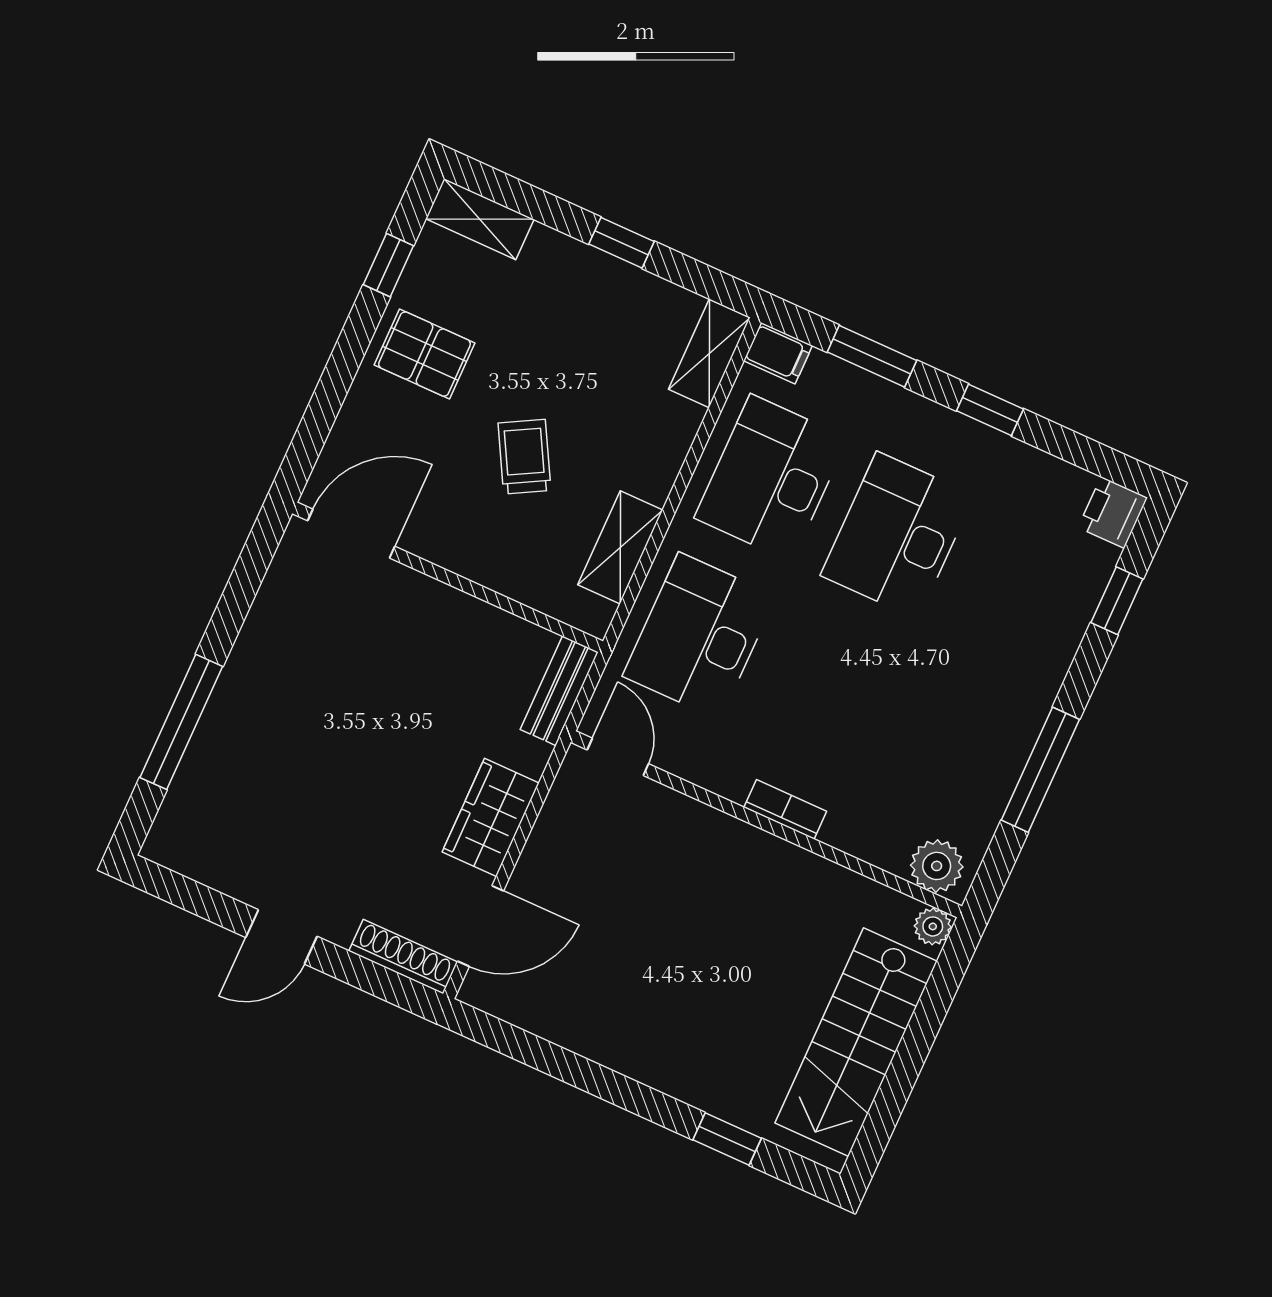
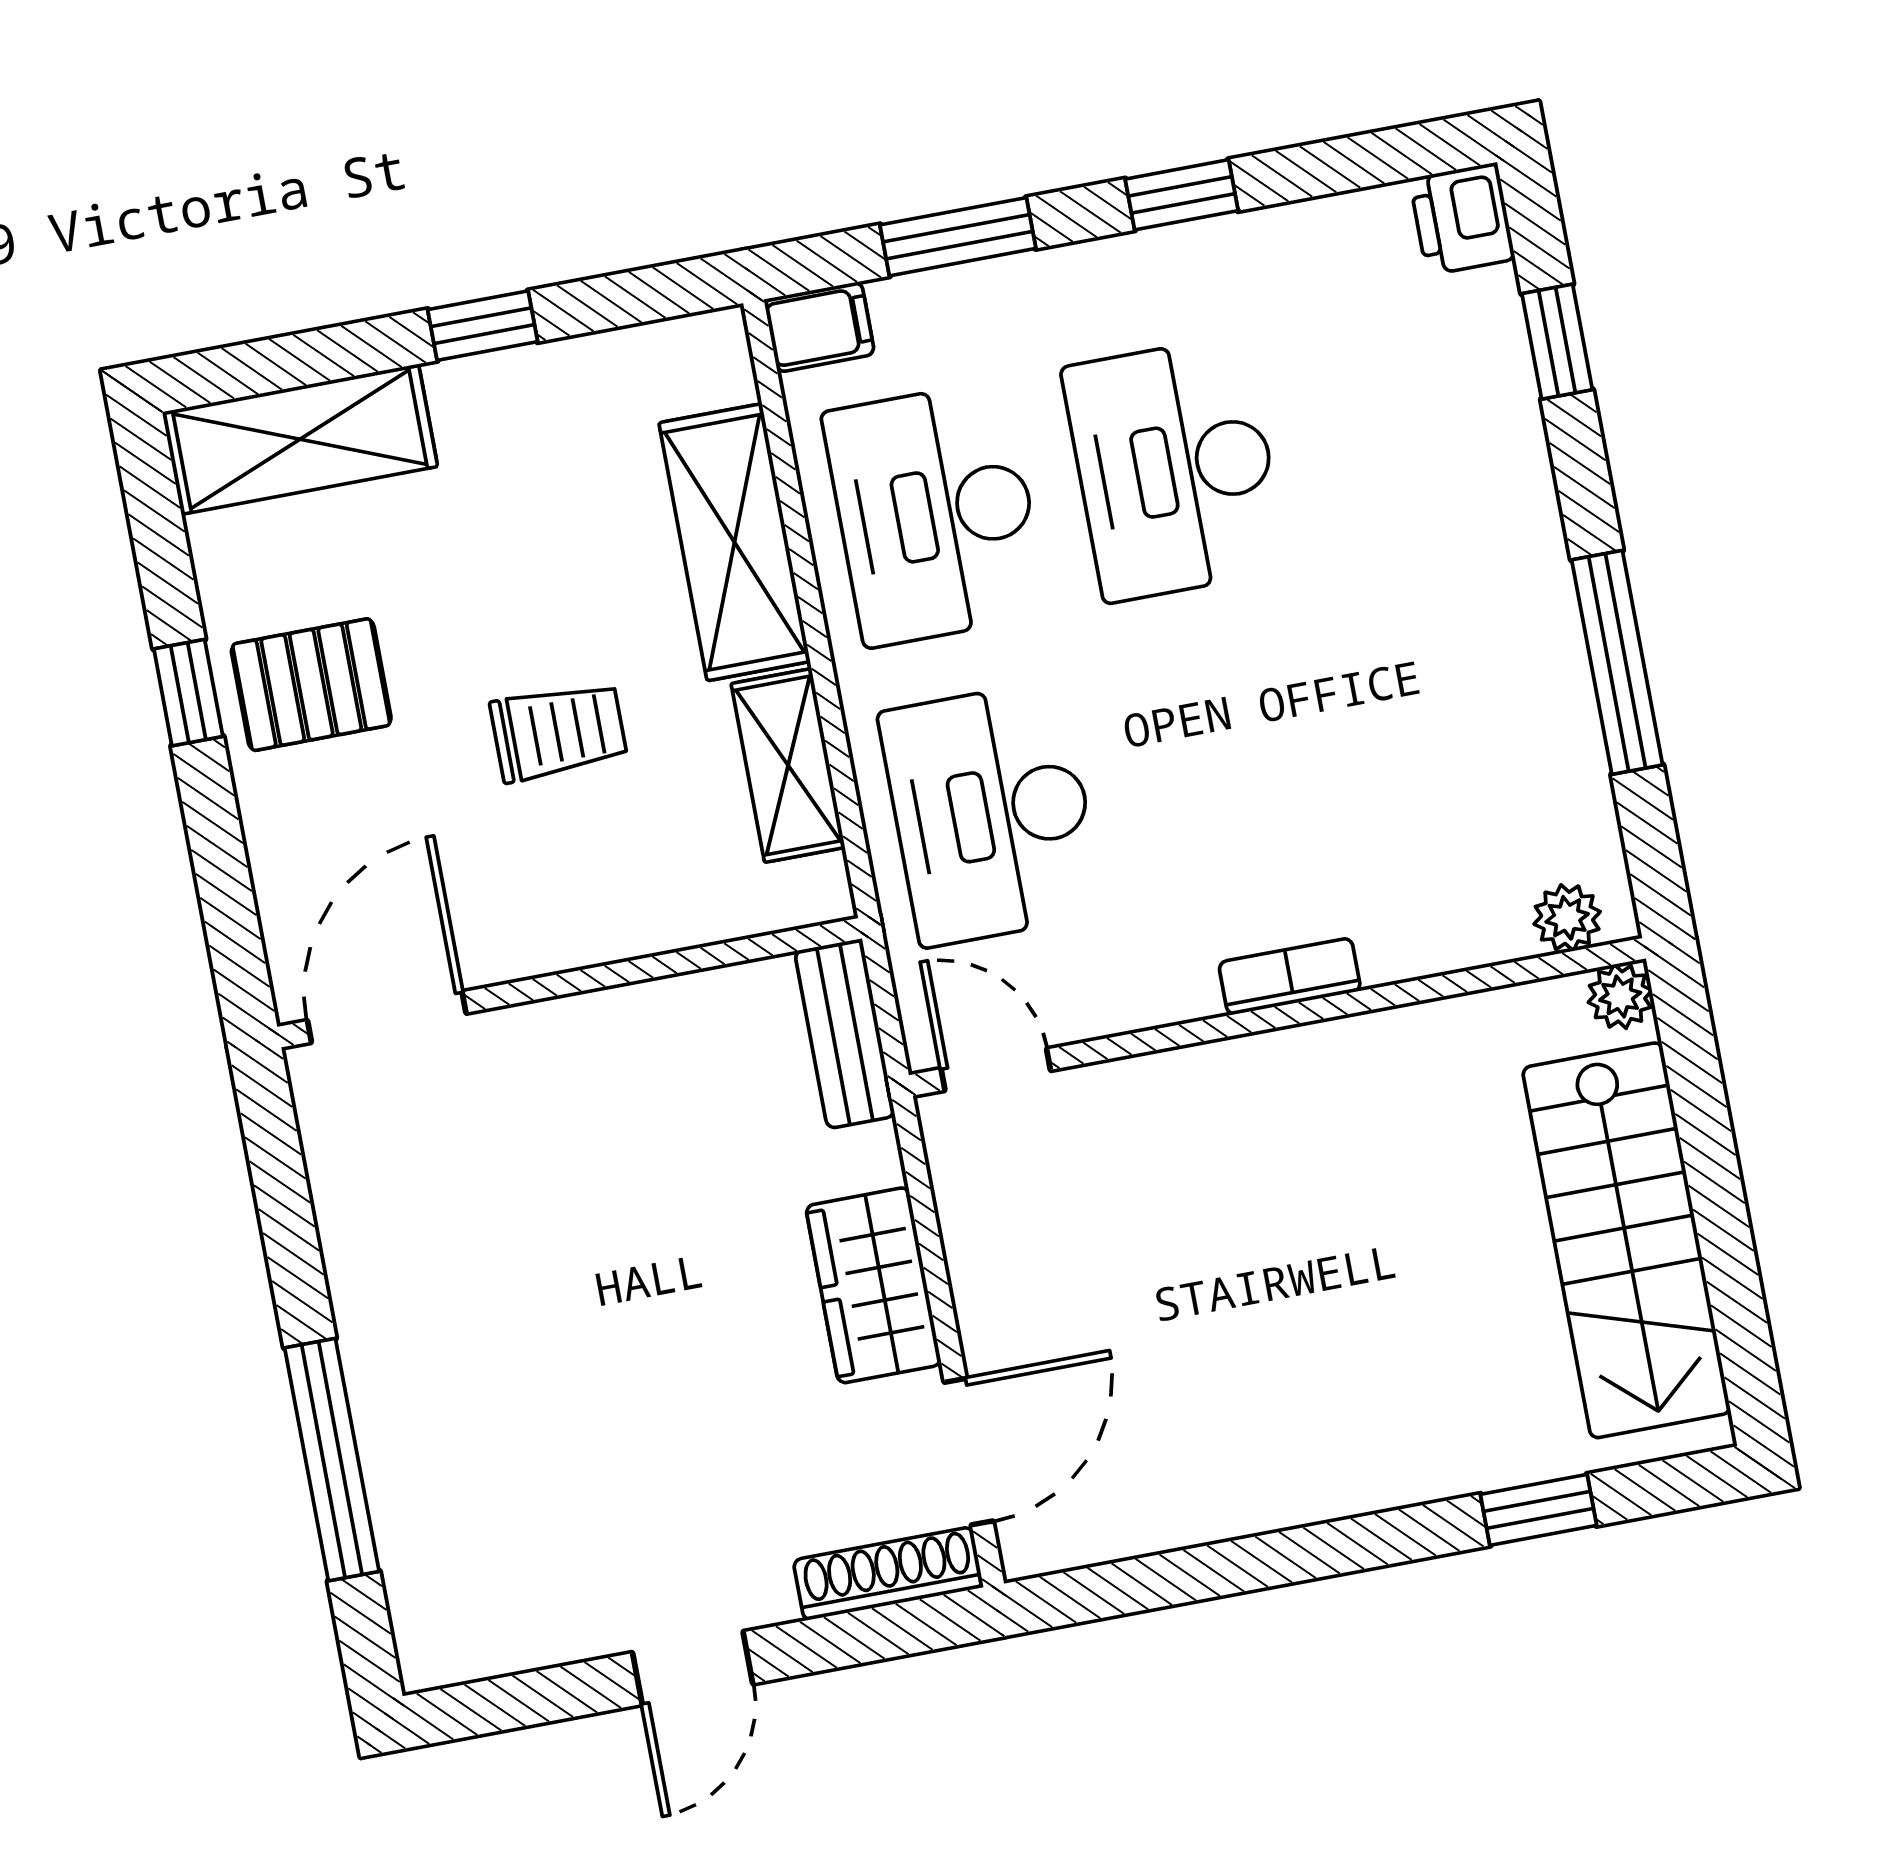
shelving: (480, 219) -> (300, 439), width x1.50, depth x1.33
window: (388, 265) -> (188, 693), moved
shelving: (709, 353) -> (735, 542), moved, width x1.50, depth x1.33
trolley: (524, 457) -> (559, 731), turned 119
plant: (937, 866) -> (1567, 918), width x0.73, depth x0.73

